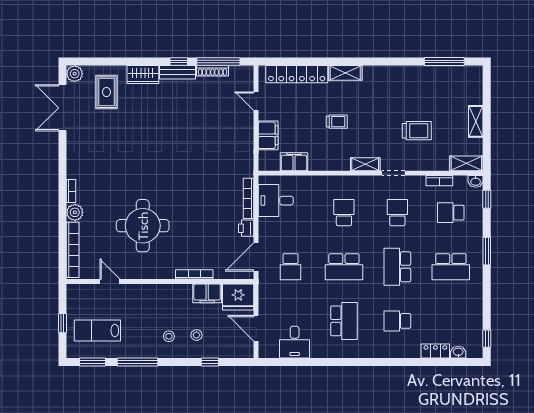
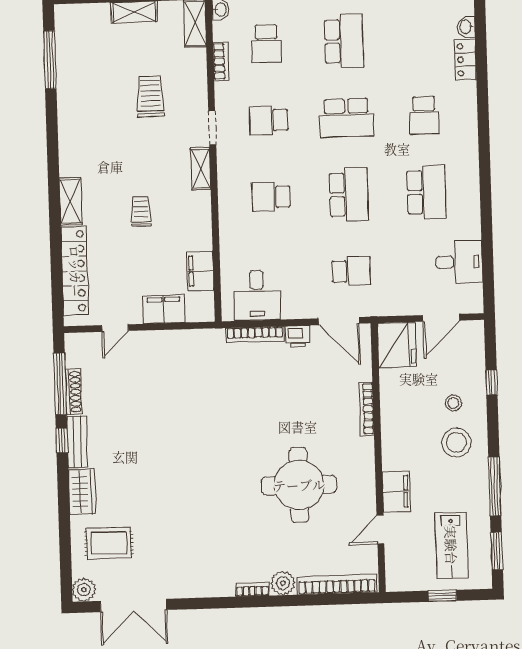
filing cabinet: (207, 293) -> (396, 492), moved
school desk: (344, 321) -> (426, 192), turned 90
stool: (169, 336) -> (456, 442), width x1.89, depth x1.89

